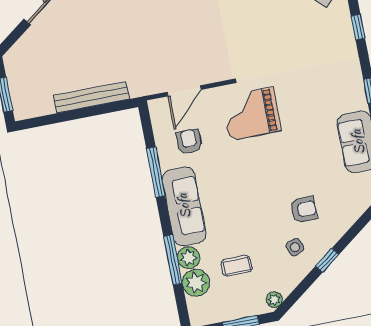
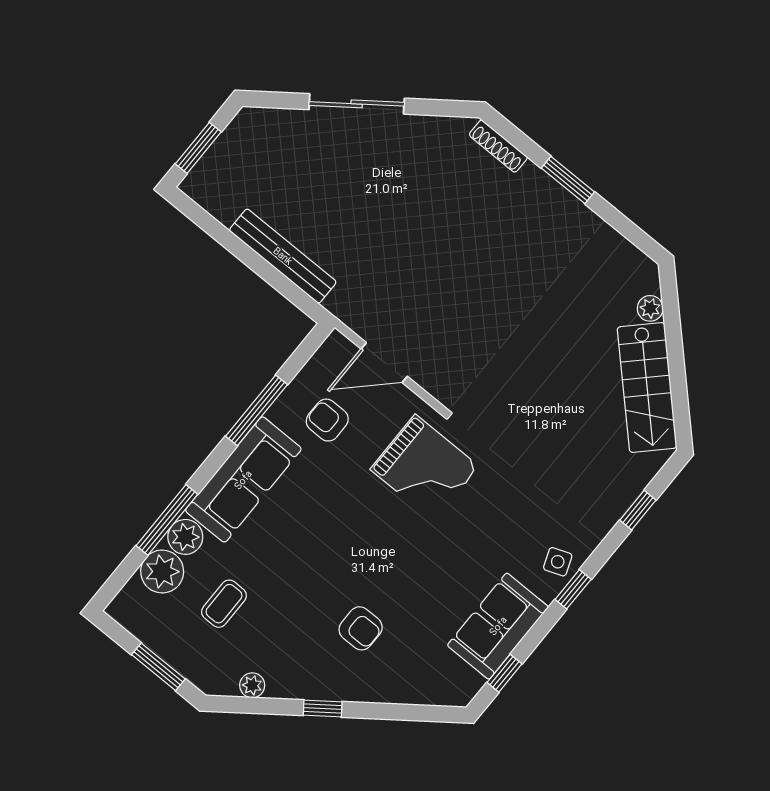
grand piano: (251, 114) -> (424, 468), turned 180
armchair: (189, 142) -> (327, 420), turned -90
side table: (295, 247) -> (558, 562), moved
coffee table: (237, 266) -> (224, 604), turned 90
plant: (274, 300) -> (252, 685), moved

